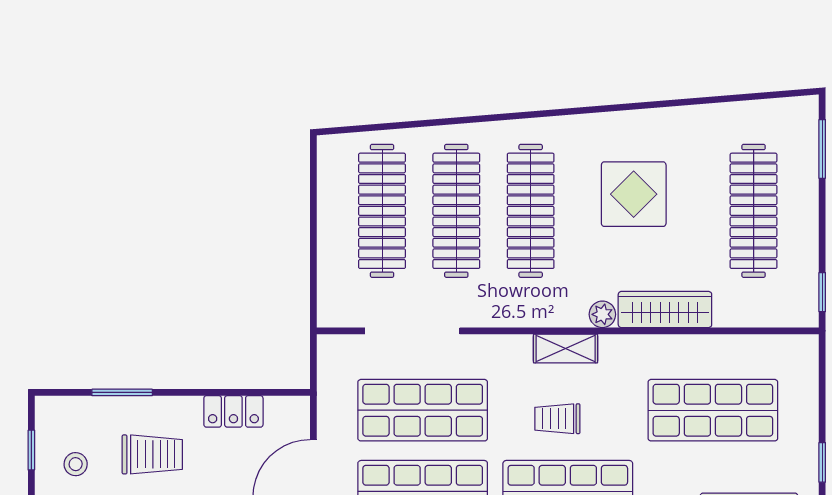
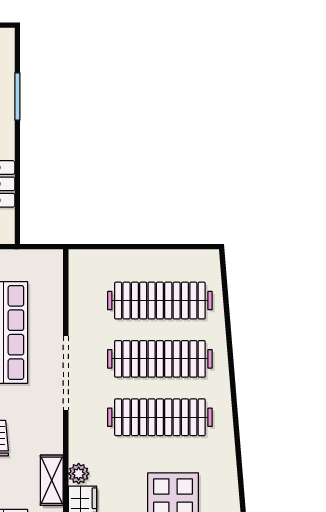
doorway: (412, 331) -> (66, 373), moved
shelving: (566, 348) -> (52, 480), moved

